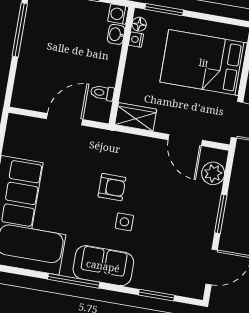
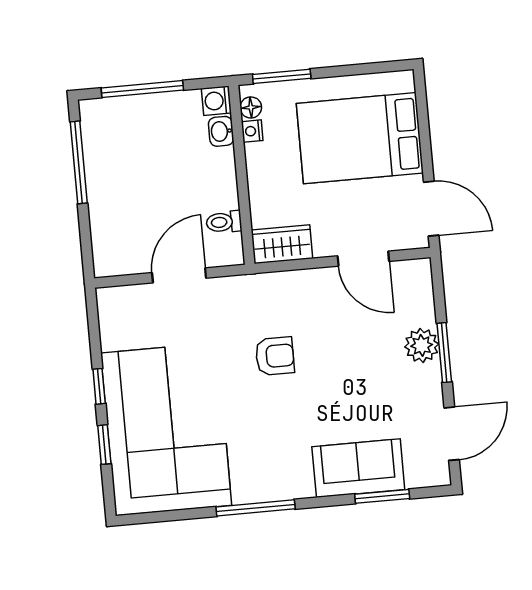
plant: (213, 173) -> (422, 345), moved
side table: (124, 222) -> (307, 402), removed
sofa: (103, 266) -> (358, 468), moved

